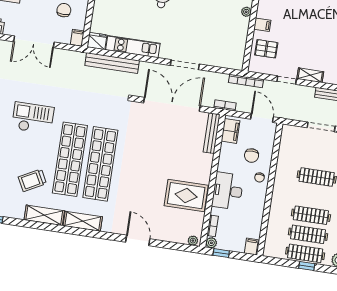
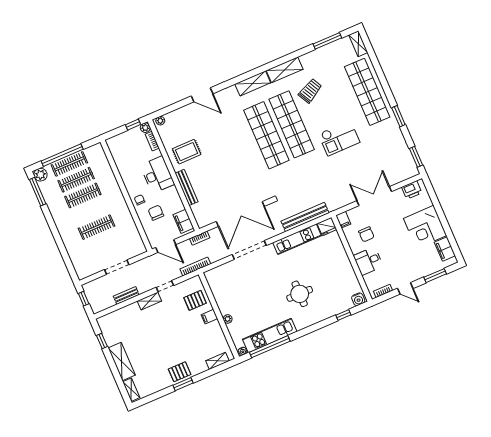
doorway: (185, 65) -> (249, 250), width x1.36
bench: (212, 133) -> (187, 187), moved
rug: (186, 196) -> (187, 152), width x0.73, depth x0.70
filing cabinet: (251, 247) -> (113, 144), removed
window: (307, 266) -> (62, 155), width x3.17

